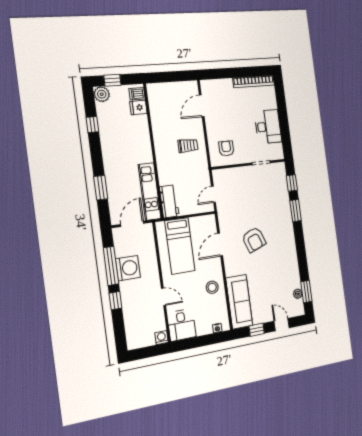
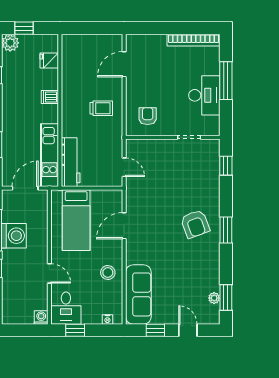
dishwasher: (137, 94) -> (50, 97), moved
window: (283, 113) -> (226, 81), added
door: (213, 194) -> (124, 167), swing flipped
workbench: (169, 201) -> (71, 162), width x1.38
window: (296, 211) -> (226, 230), moved
armchair: (254, 240) -> (195, 224), moved
window: (192, 343) -> (75, 330), added

